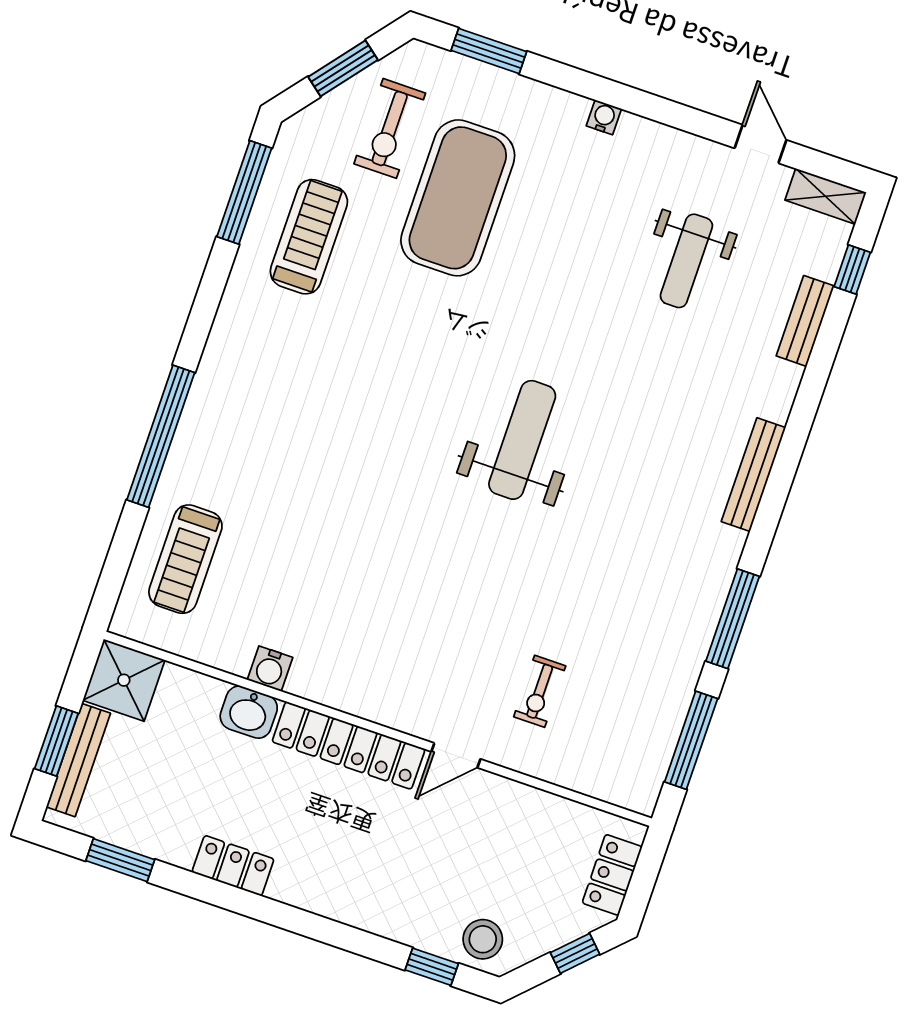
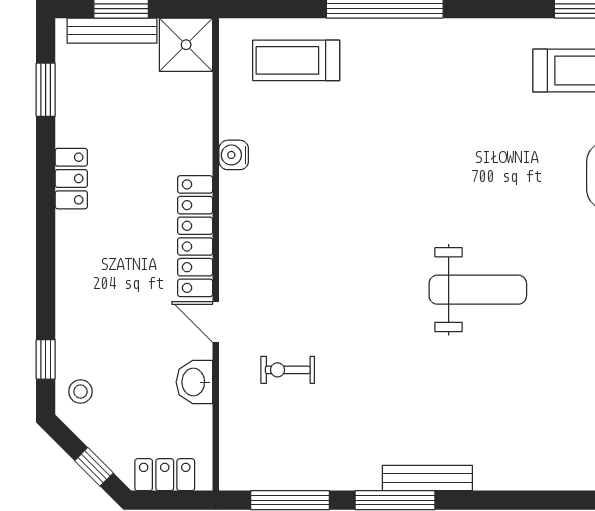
bench: (754, 475) -> (427, 478), moved
washbasin: (249, 712) -> (194, 382), moved
stool: (483, 939) -> (80, 392), width x0.73, depth x0.73

